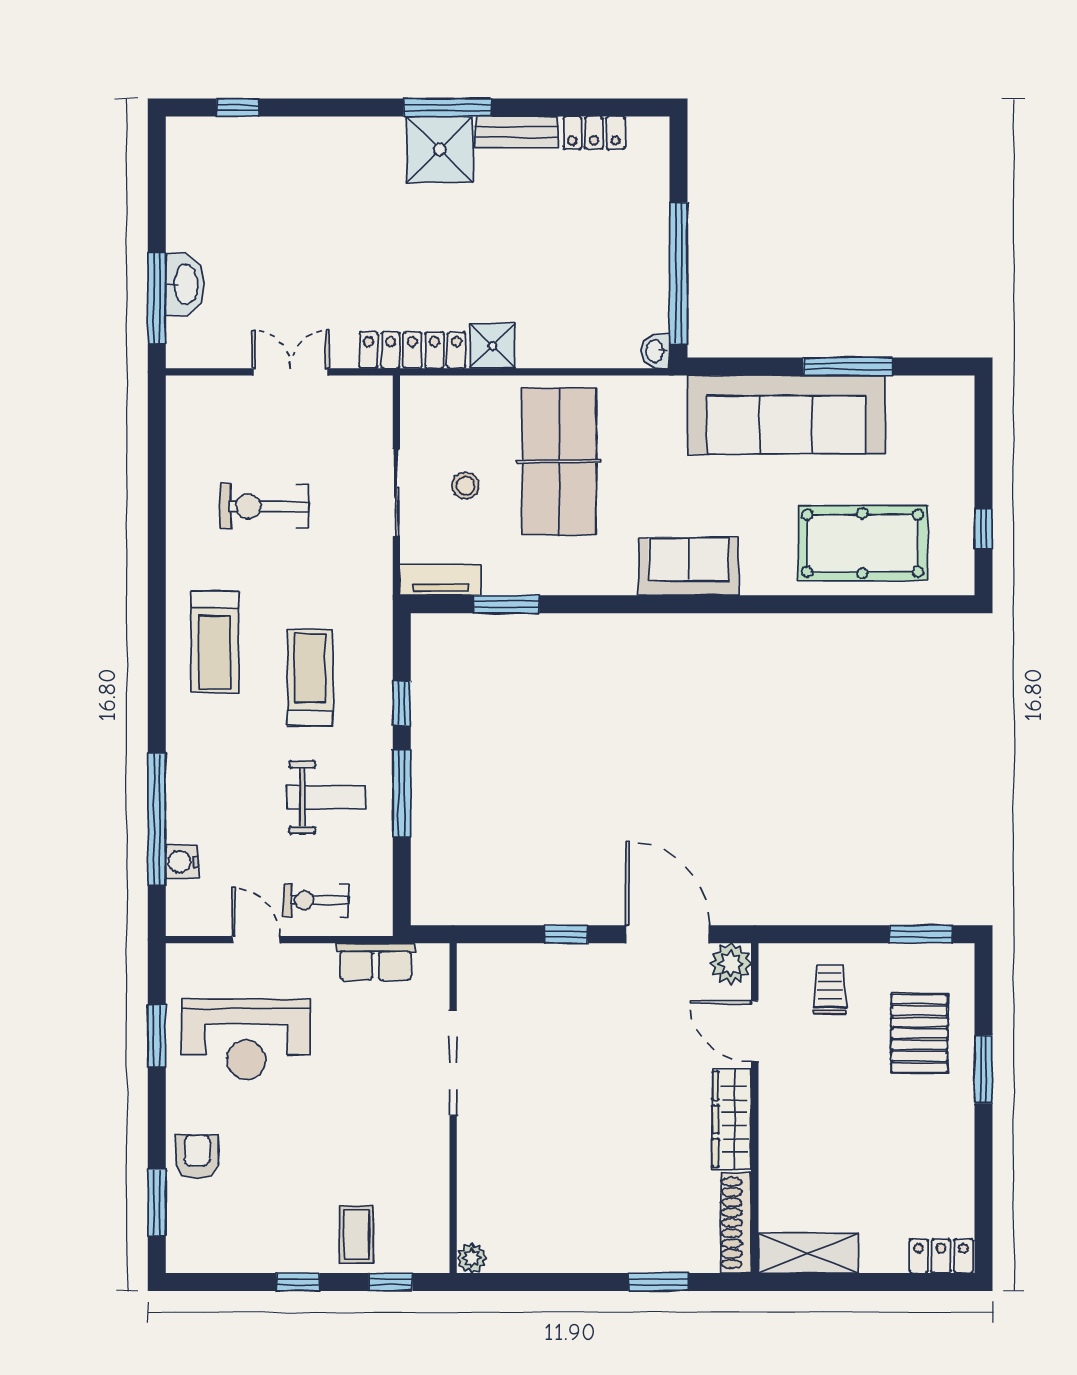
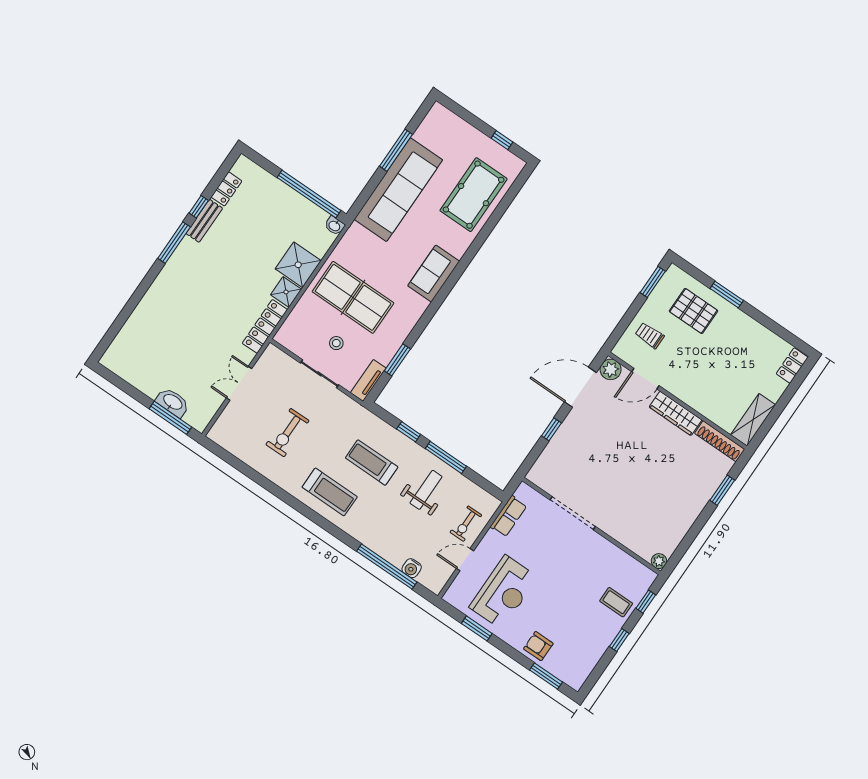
window: (238, 107) -> (199, 207), moved
shower: (440, 149) -> (298, 265), moved

